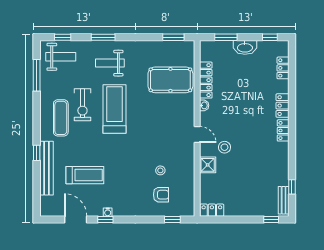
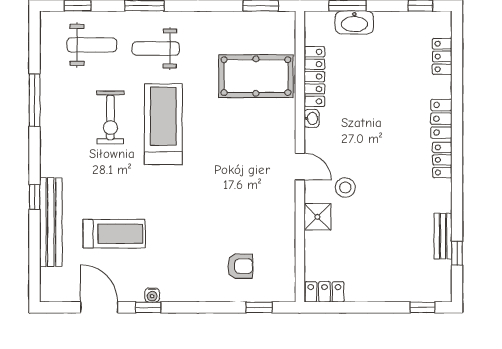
washbasin: (245, 47) -> (354, 23), moved
weight bench: (61, 57) -> (92, 45), moved
window: (37, 75) -> (35, 100), moved
exercise mat: (61, 118) -> (74, 139), removed
stool: (160, 170) -> (239, 226), removed
bench: (284, 200) -> (443, 236), moved

